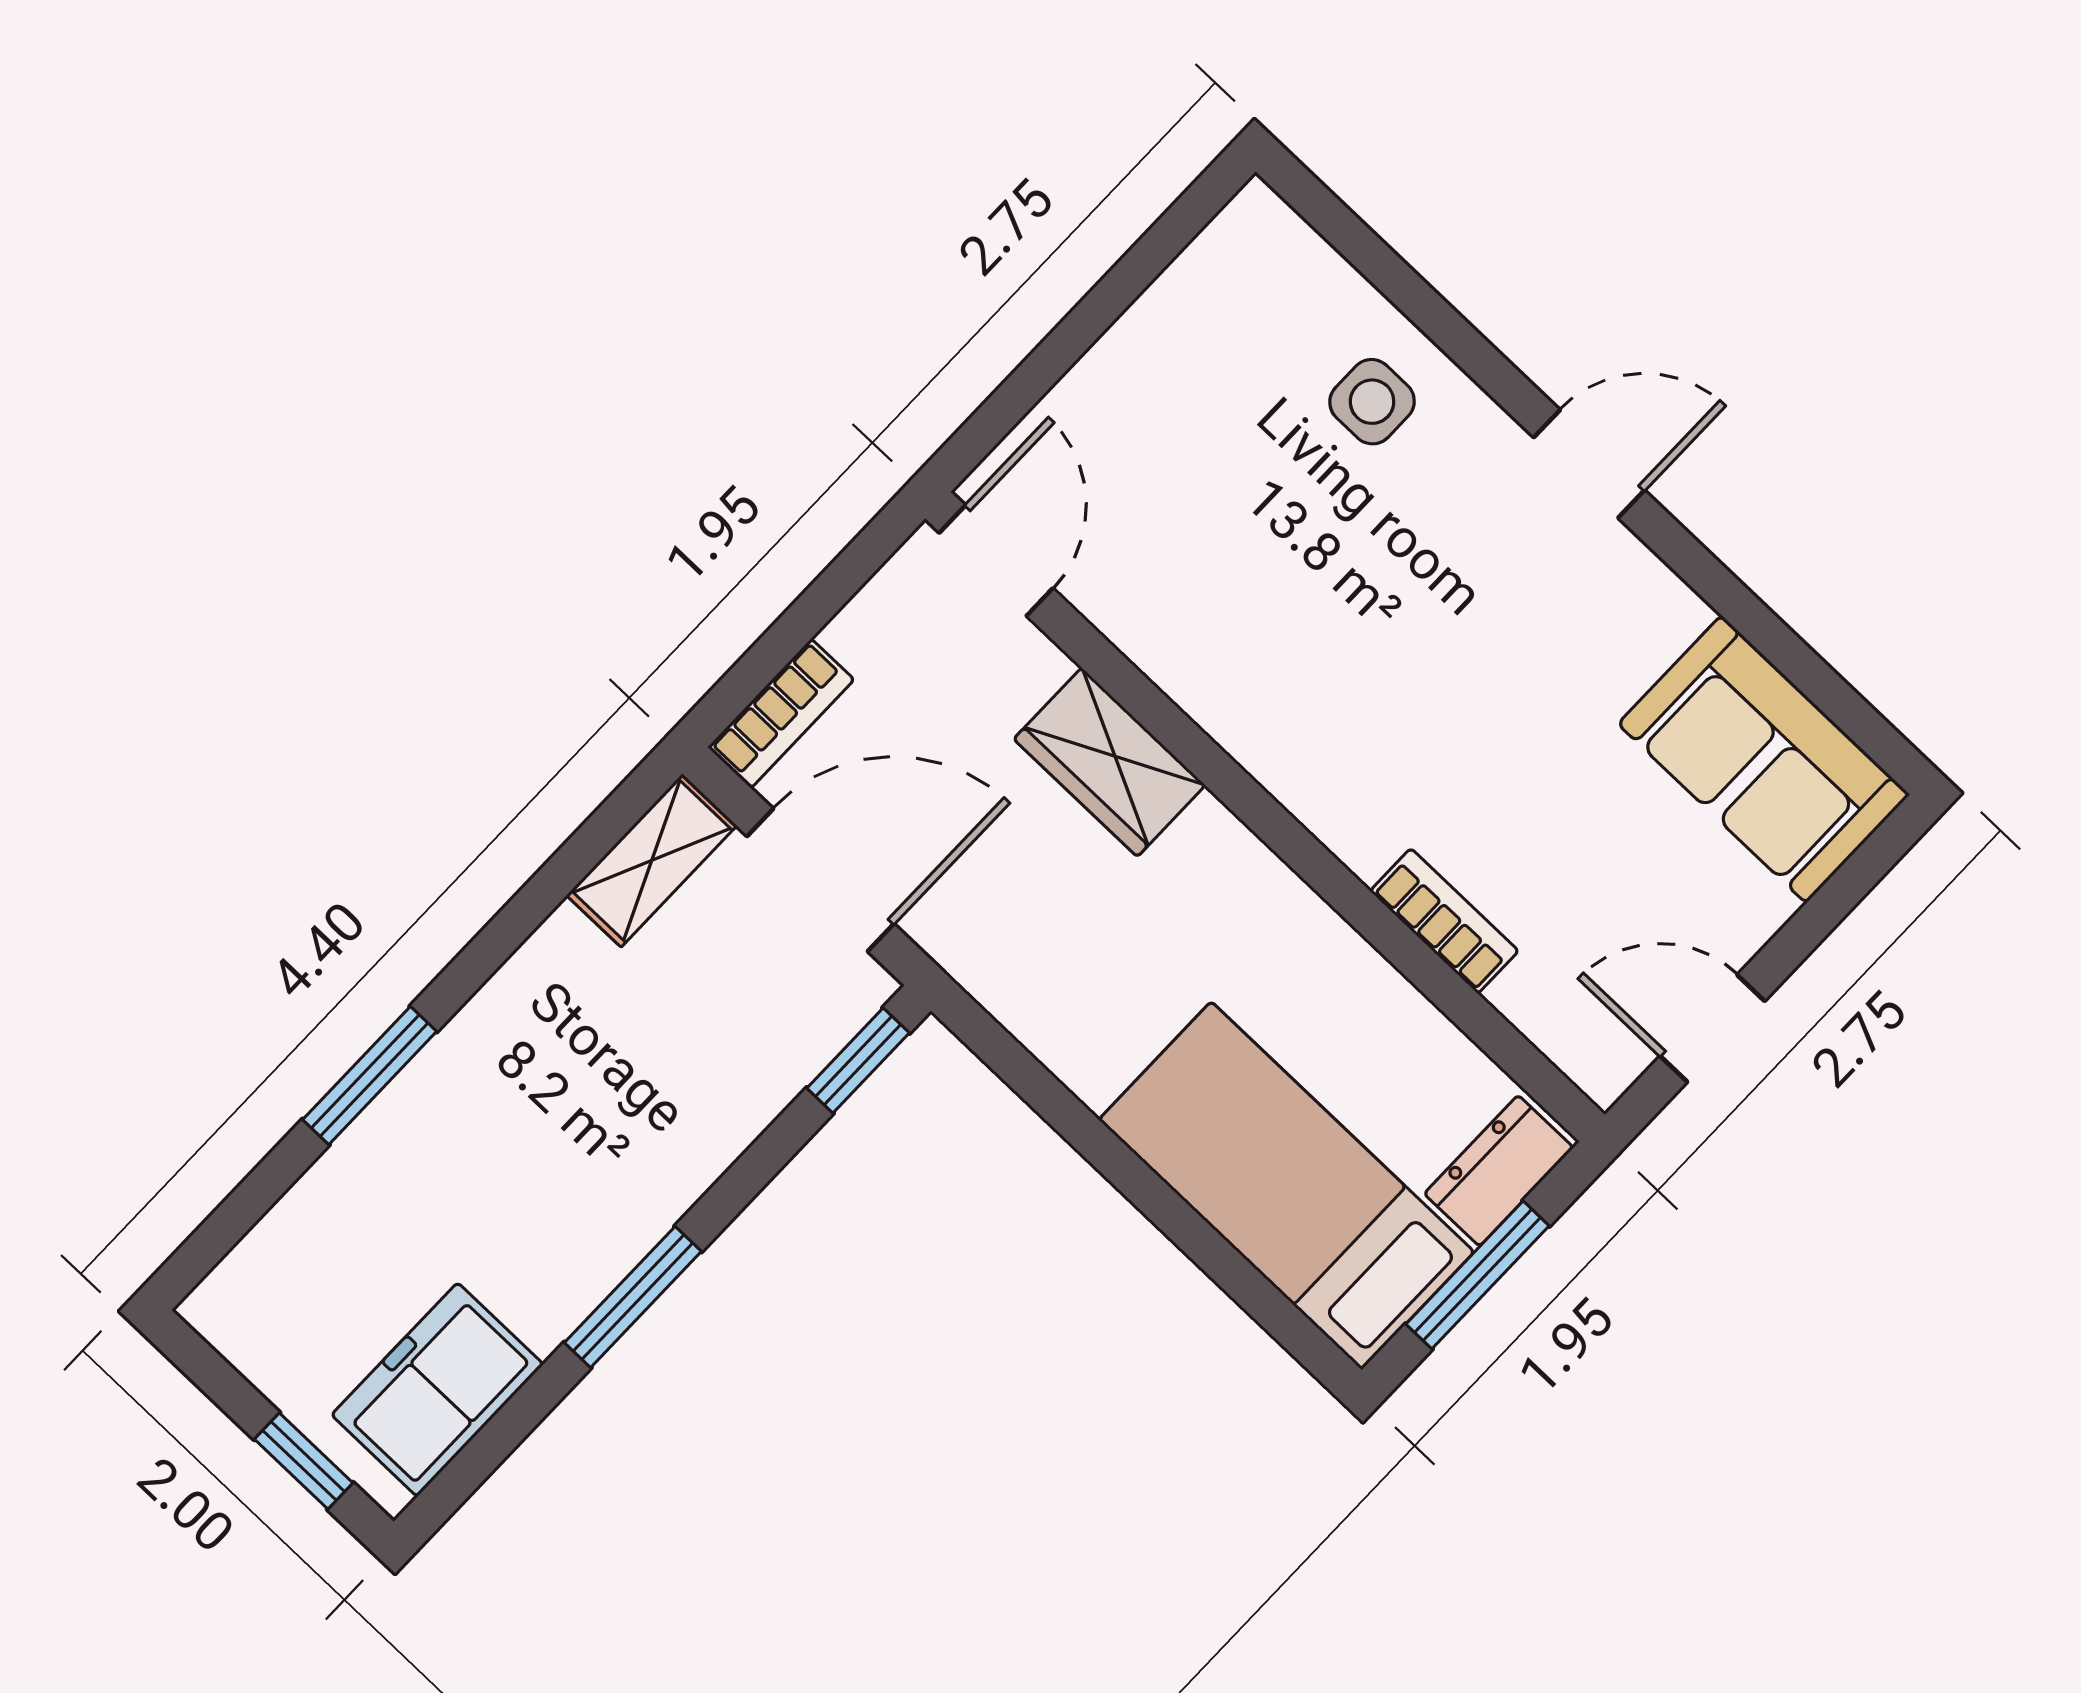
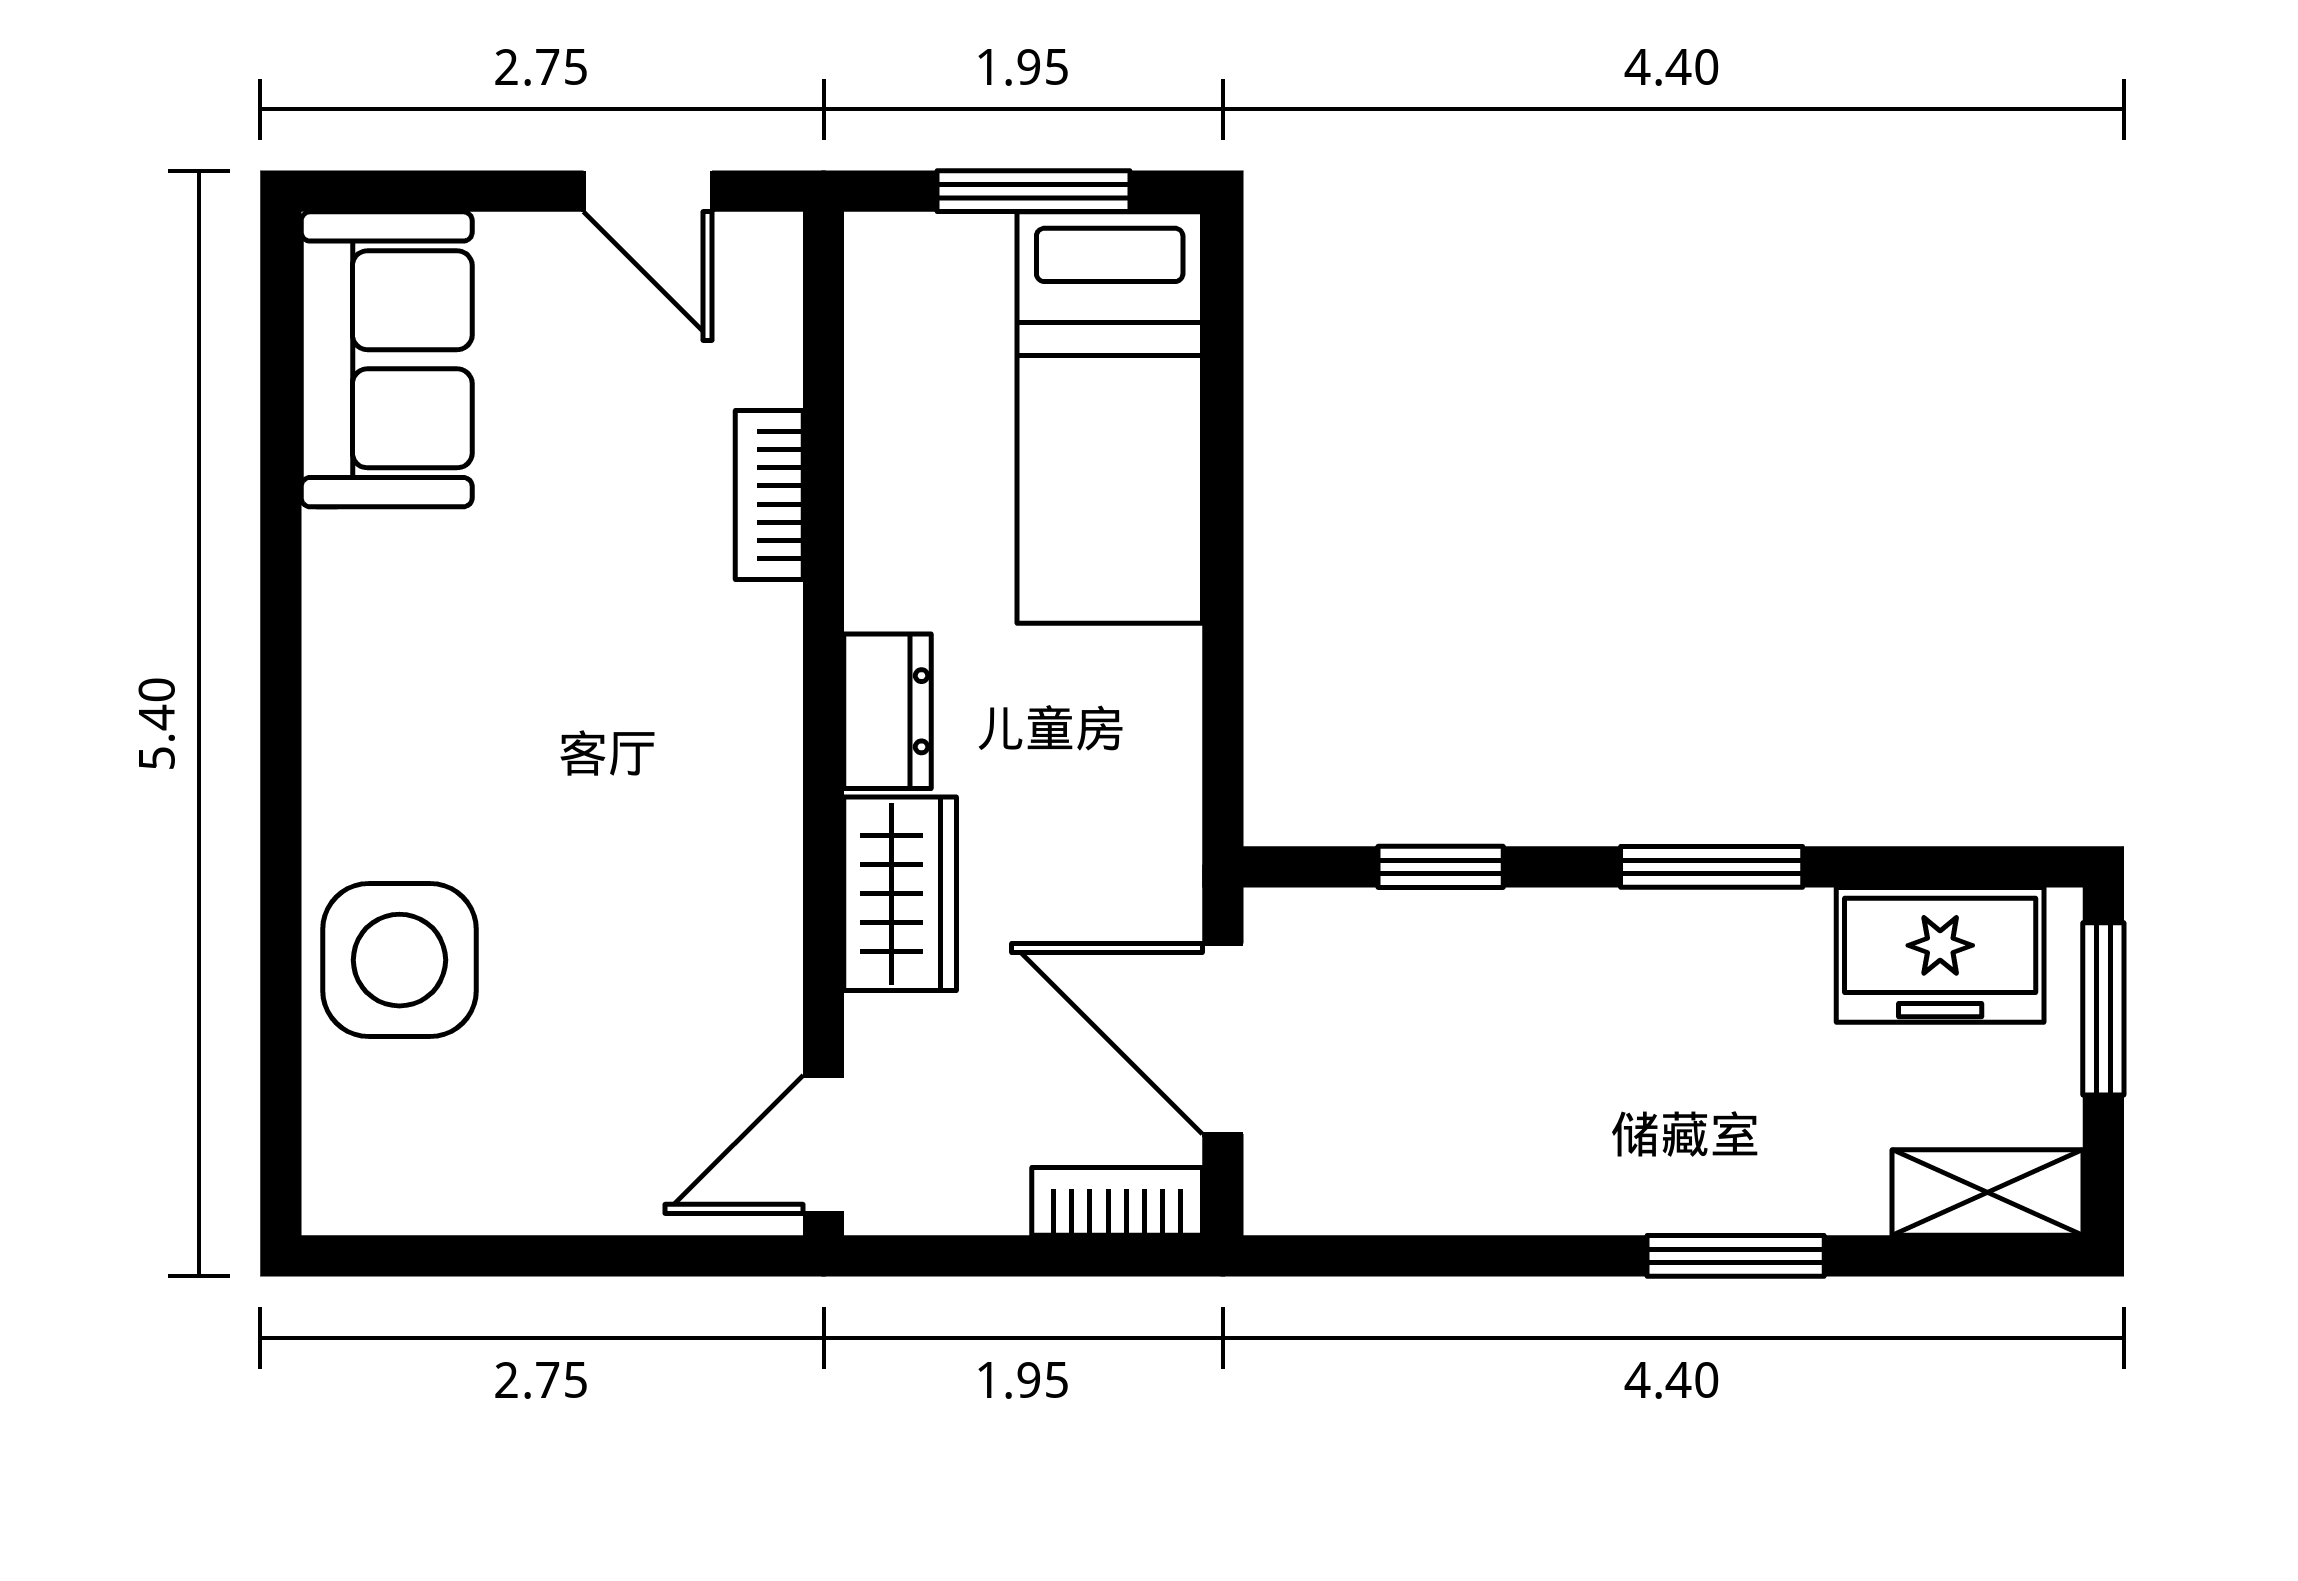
side table: (1372, 402) -> (399, 960), width x1.87, depth x1.87
door: (1589, 464) -> (281, 733), removed
shelving: (652, 860) -> (1988, 1193), moved
window: (858, 1061) -> (1441, 867), moved
dresser: (1499, 1171) -> (888, 711), moved, turned -90
window: (304, 1461) -> (2103, 1009), width x1.50

